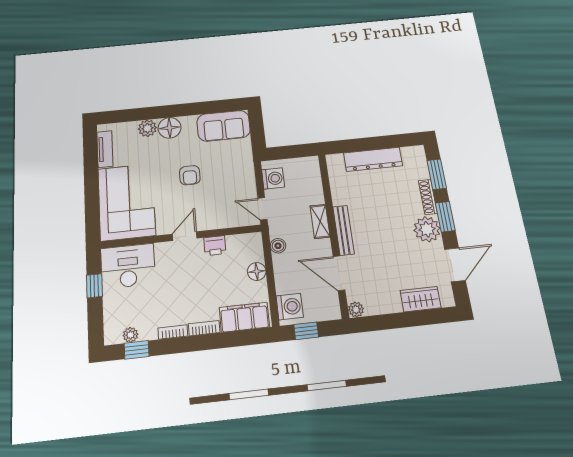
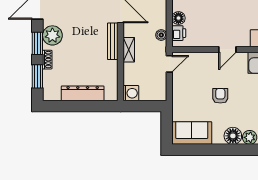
washing machine: (273, 178) -> (131, 93), moved, turned 180
shoe rack: (428, 197) -> (47, 60), width x0.70
door: (263, 209) -> (169, 64), hinge flipped
printer: (215, 246) -> (179, 33), moved, turned 90

